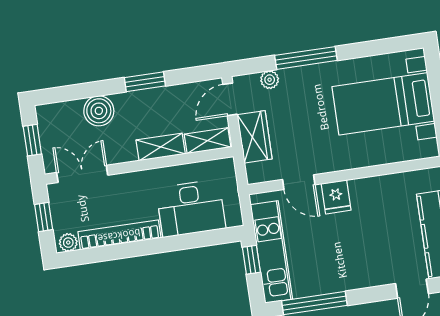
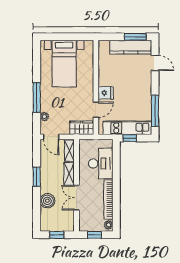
wardrobe: (255, 137) -> (82, 128), moved
double door: (82, 174) -> (76, 198), moved

